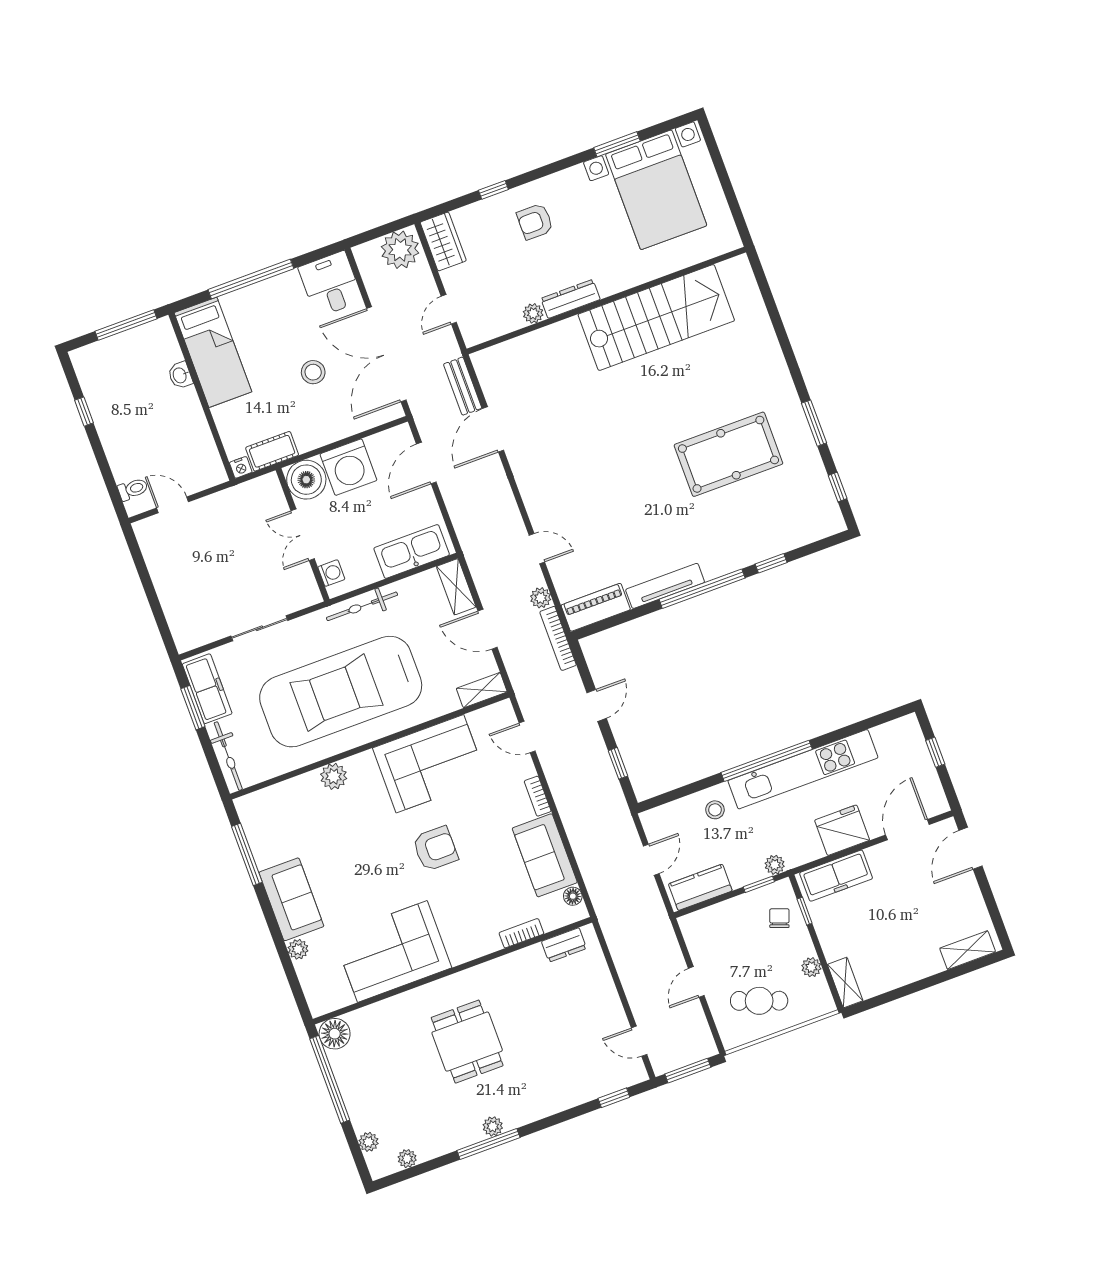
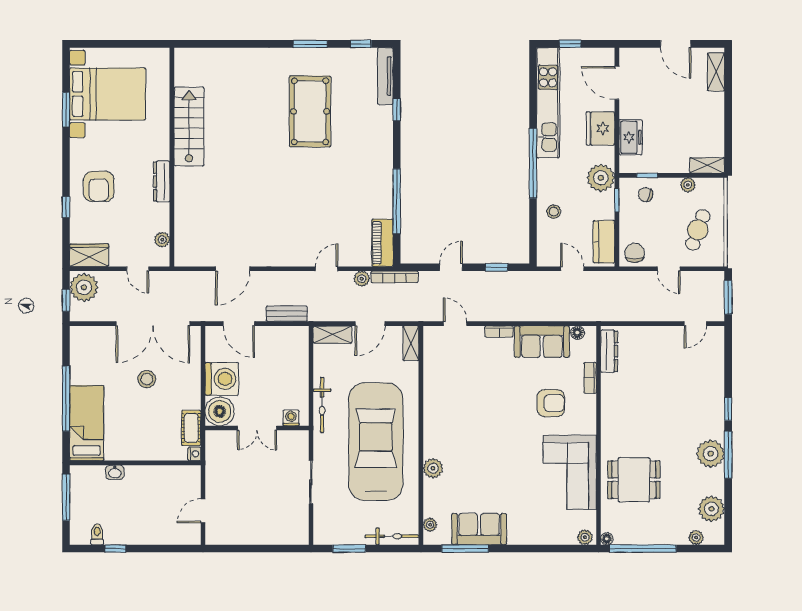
armchair: (535, 222) -> (99, 186), width x1.38, depth x1.38
window: (375, 233) -> (66, 300), added
desk: (330, 284) -> (90, 345), removed
plant: (533, 313) -> (162, 240), moved
stairs: (656, 318) -> (189, 127), width x0.73, depth x0.66
bed: (213, 352) -> (87, 423), moved, turned -90
bench: (463, 386) -> (287, 314), moved
door: (493, 429) -> (233, 269), hinge flipped
toilet: (133, 489) -> (97, 534), moved
kitchen sink: (412, 551) -> (297, 357), removed
tv unit: (665, 586) -> (385, 76), moved
window: (702, 589) -> (397, 201), moved
freezer: (207, 689) -> (340, 534), removed
car: (341, 692) -> (376, 442), turned 180
door: (597, 705) -> (451, 267), hinge flipped
door: (527, 737) -> (455, 324), swing flipped
corner sofa: (430, 764) -> (449, 398), removed
kitchen unit: (803, 769) -> (548, 103), moved
plant: (261, 799) -> (430, 525), added
door: (970, 848) -> (676, 44), moved
armchair: (435, 849) -> (551, 403), moved, turned 90
plant: (775, 865) -> (601, 178), width x1.87, depth x1.87
freezer: (836, 876) -> (631, 137), width x0.71
sofa: (291, 899) -> (479, 529), moved
chair: (700, 931) -> (635, 253), added
dresser: (564, 945) -> (609, 351), width x1.44
plant: (298, 949) -> (585, 537), moved
floor lamp: (335, 1034) -> (607, 539), width x0.53, depth x0.53
dining table: (467, 1042) -> (634, 480), moved
window: (614, 1098) -> (728, 409), moved
plant: (493, 1126) -> (711, 454), width x1.87, depth x1.87
plant: (407, 1159) -> (711, 509), width x1.87, depth x1.87

